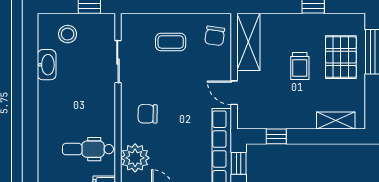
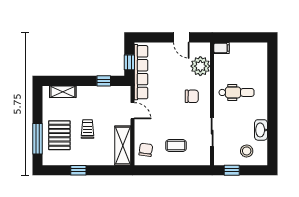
dental chair: (88, 149) -> (237, 92), moved

